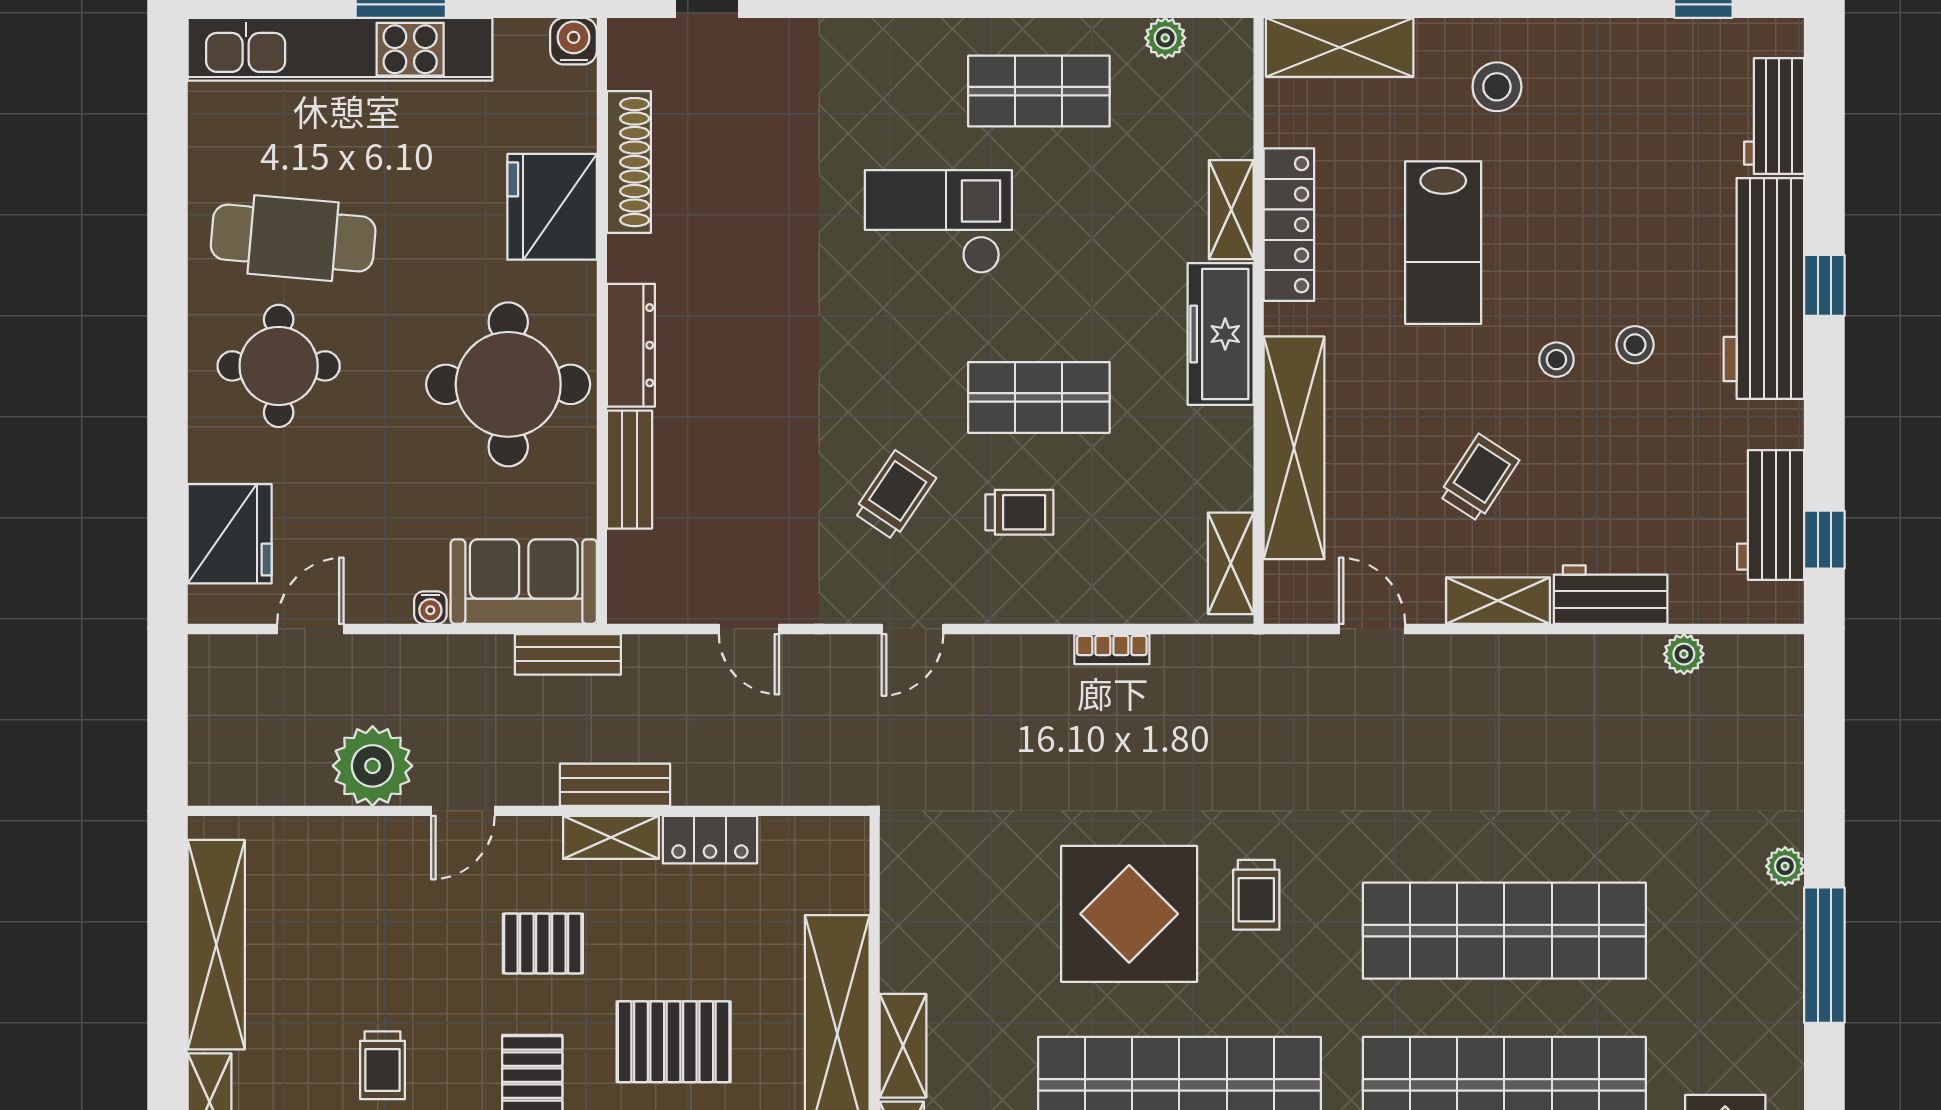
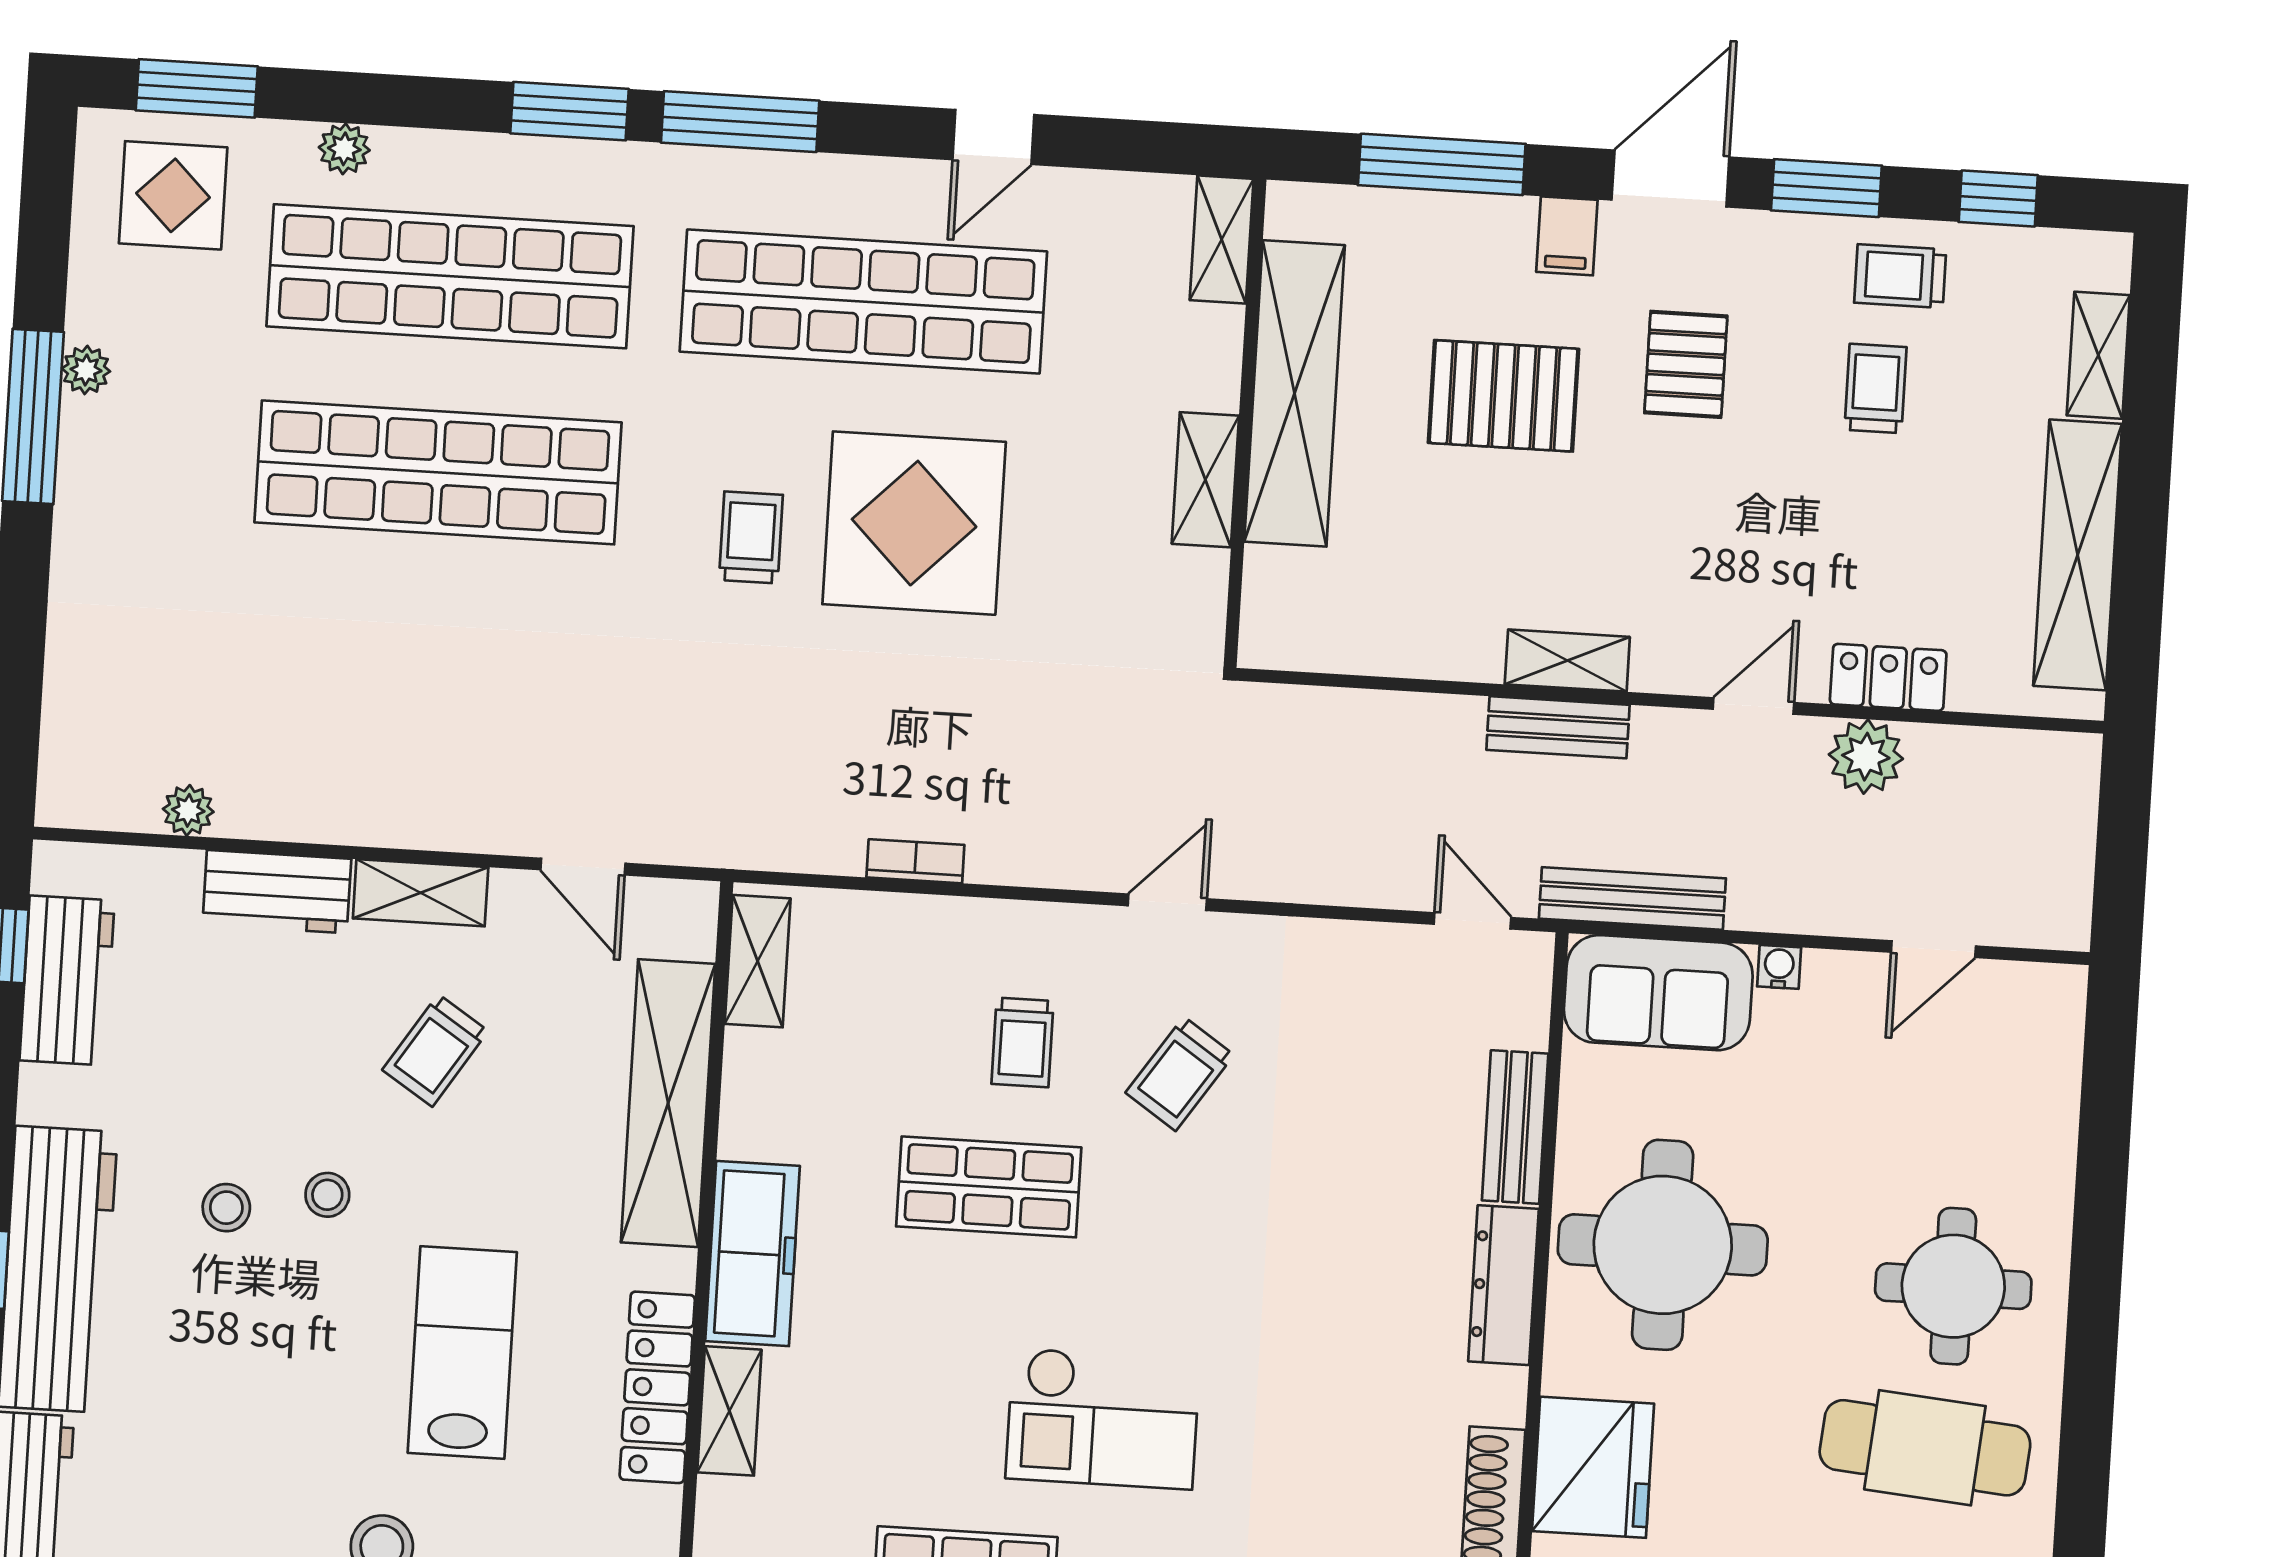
trolley: (1019, 512) -> (1022, 1042), turned -90
fridge: (230, 534) -> (2029, 1077), removed
door: (749, 629) -> (1472, 921), moved
bench: (568, 654) -> (1632, 898), width x1.36
plant: (373, 766) -> (1866, 757), width x0.73, depth x0.73
locker: (710, 840) -> (1888, 677), moved
plant: (1785, 866) -> (86, 370), moved
pallet: (543, 943) -> (1662, 531), removed
shelving: (903, 1046) -> (1205, 480), moved

